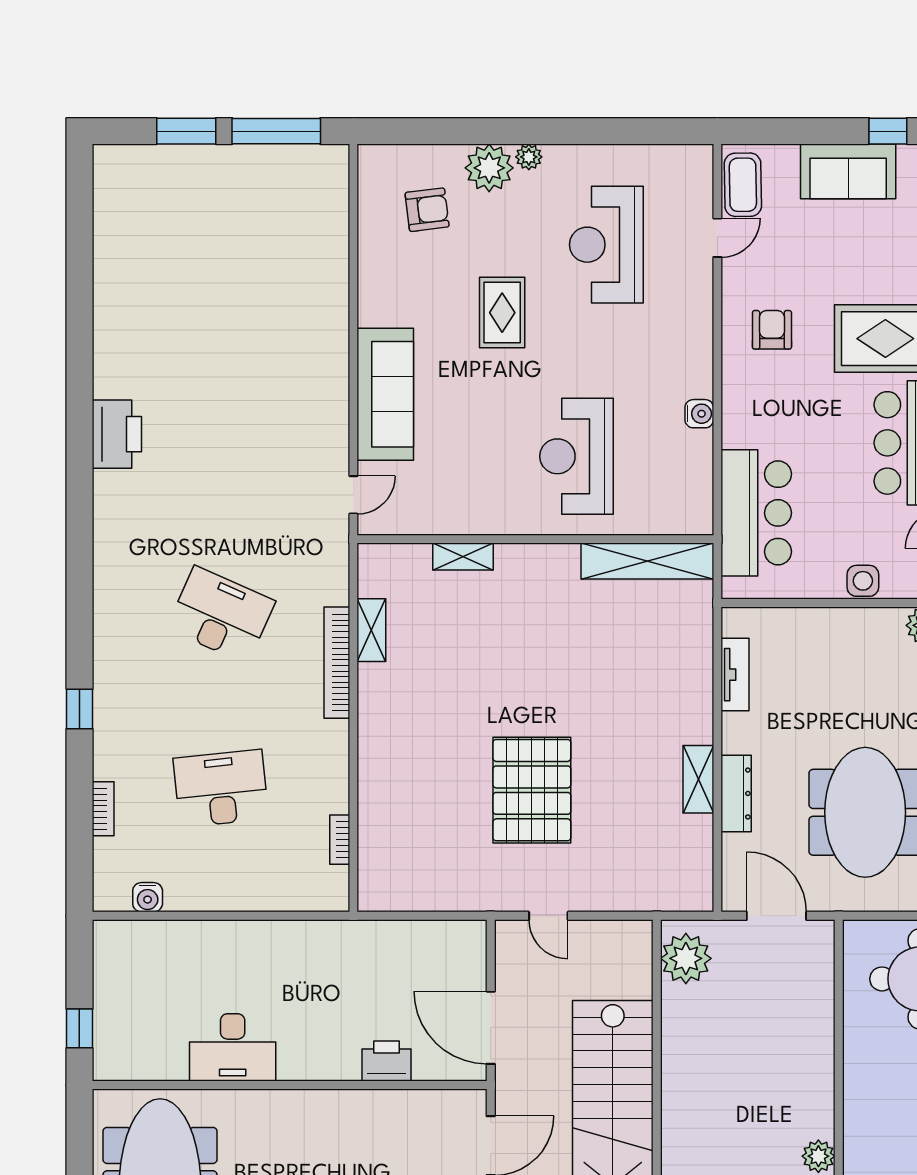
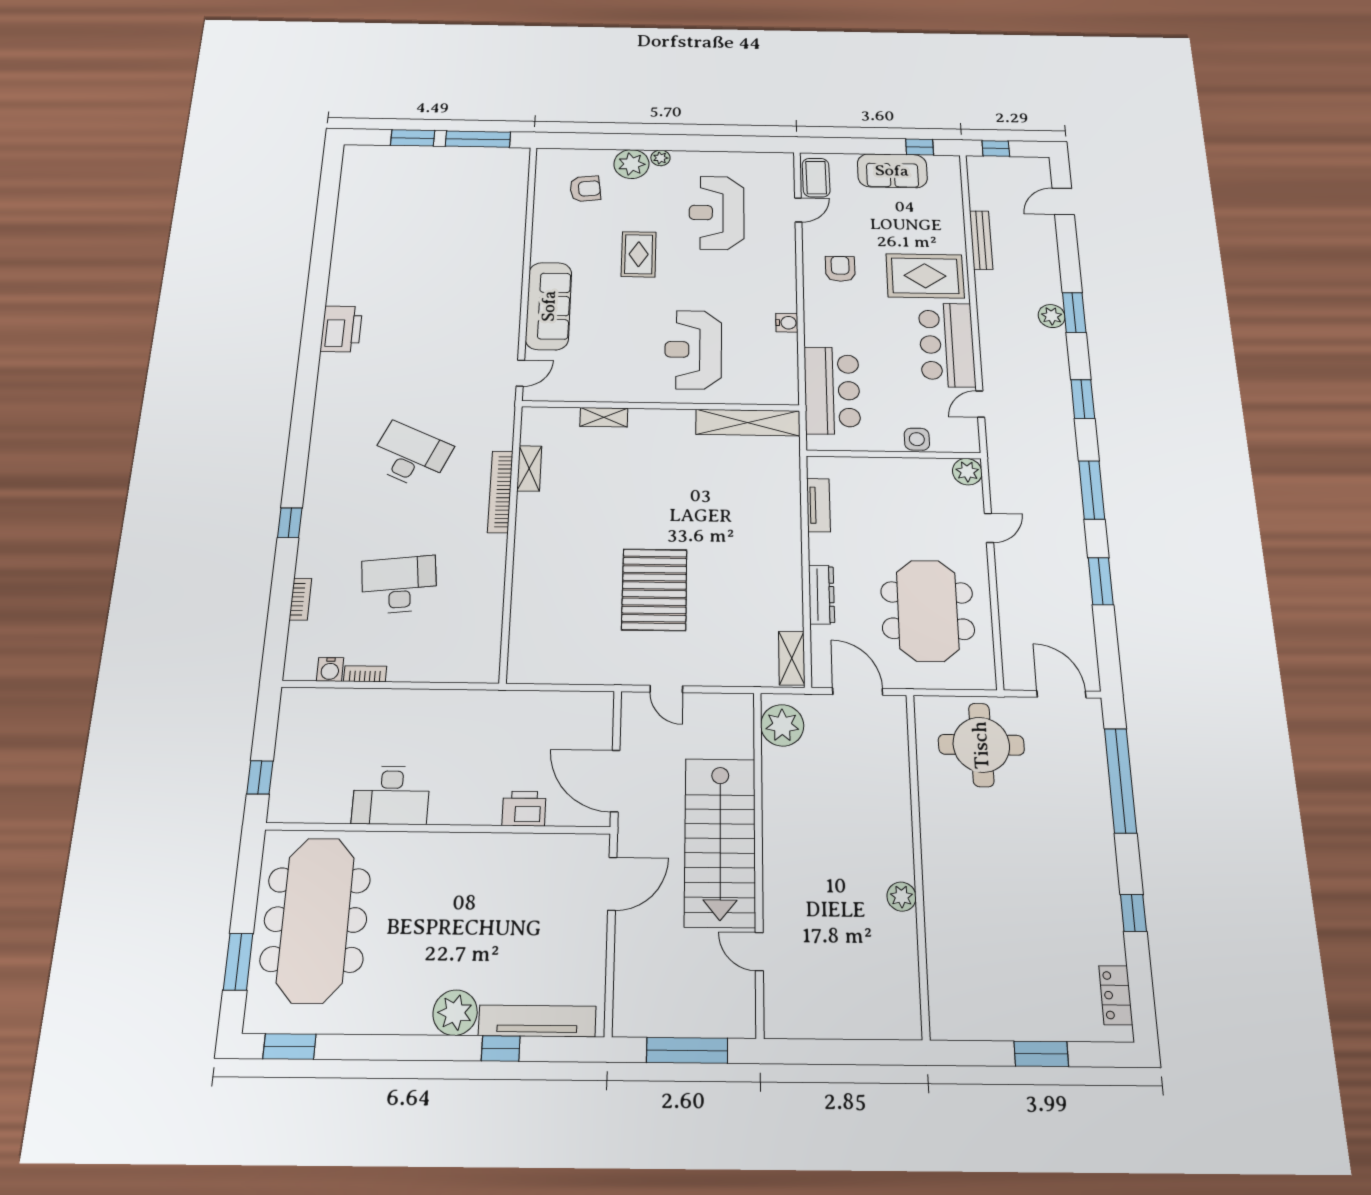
shelving: (698, 779) -> (792, 658), moved
bookcase: (340, 840) -> (365, 674), moved, turned 90

